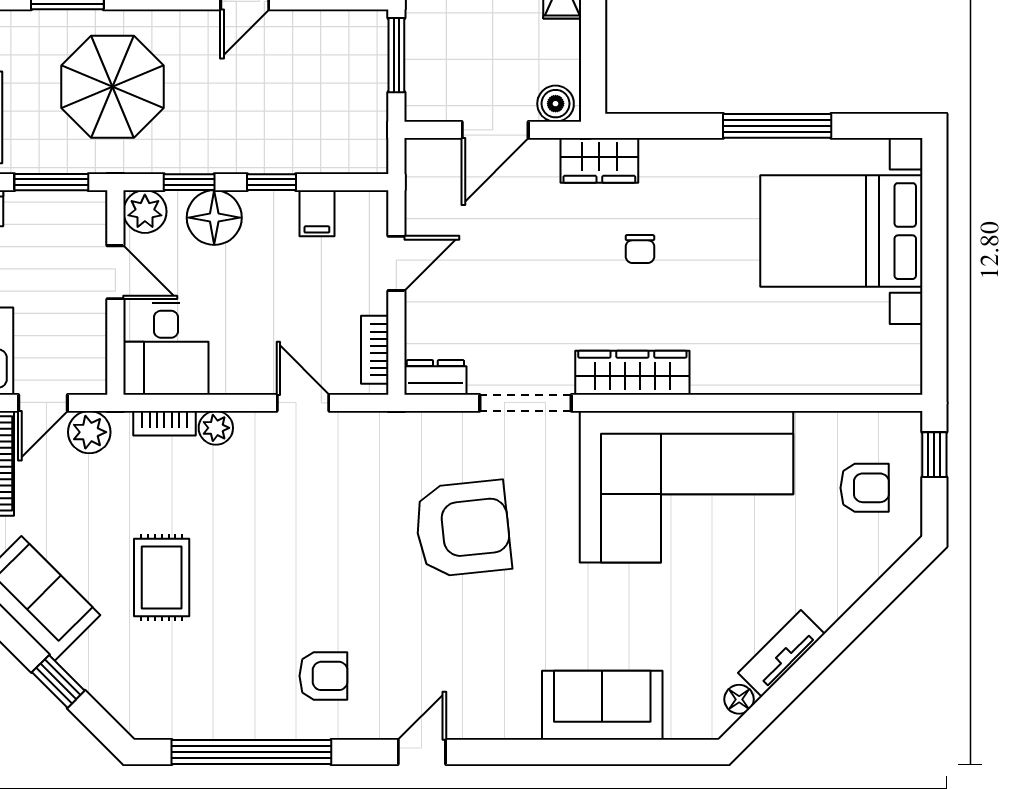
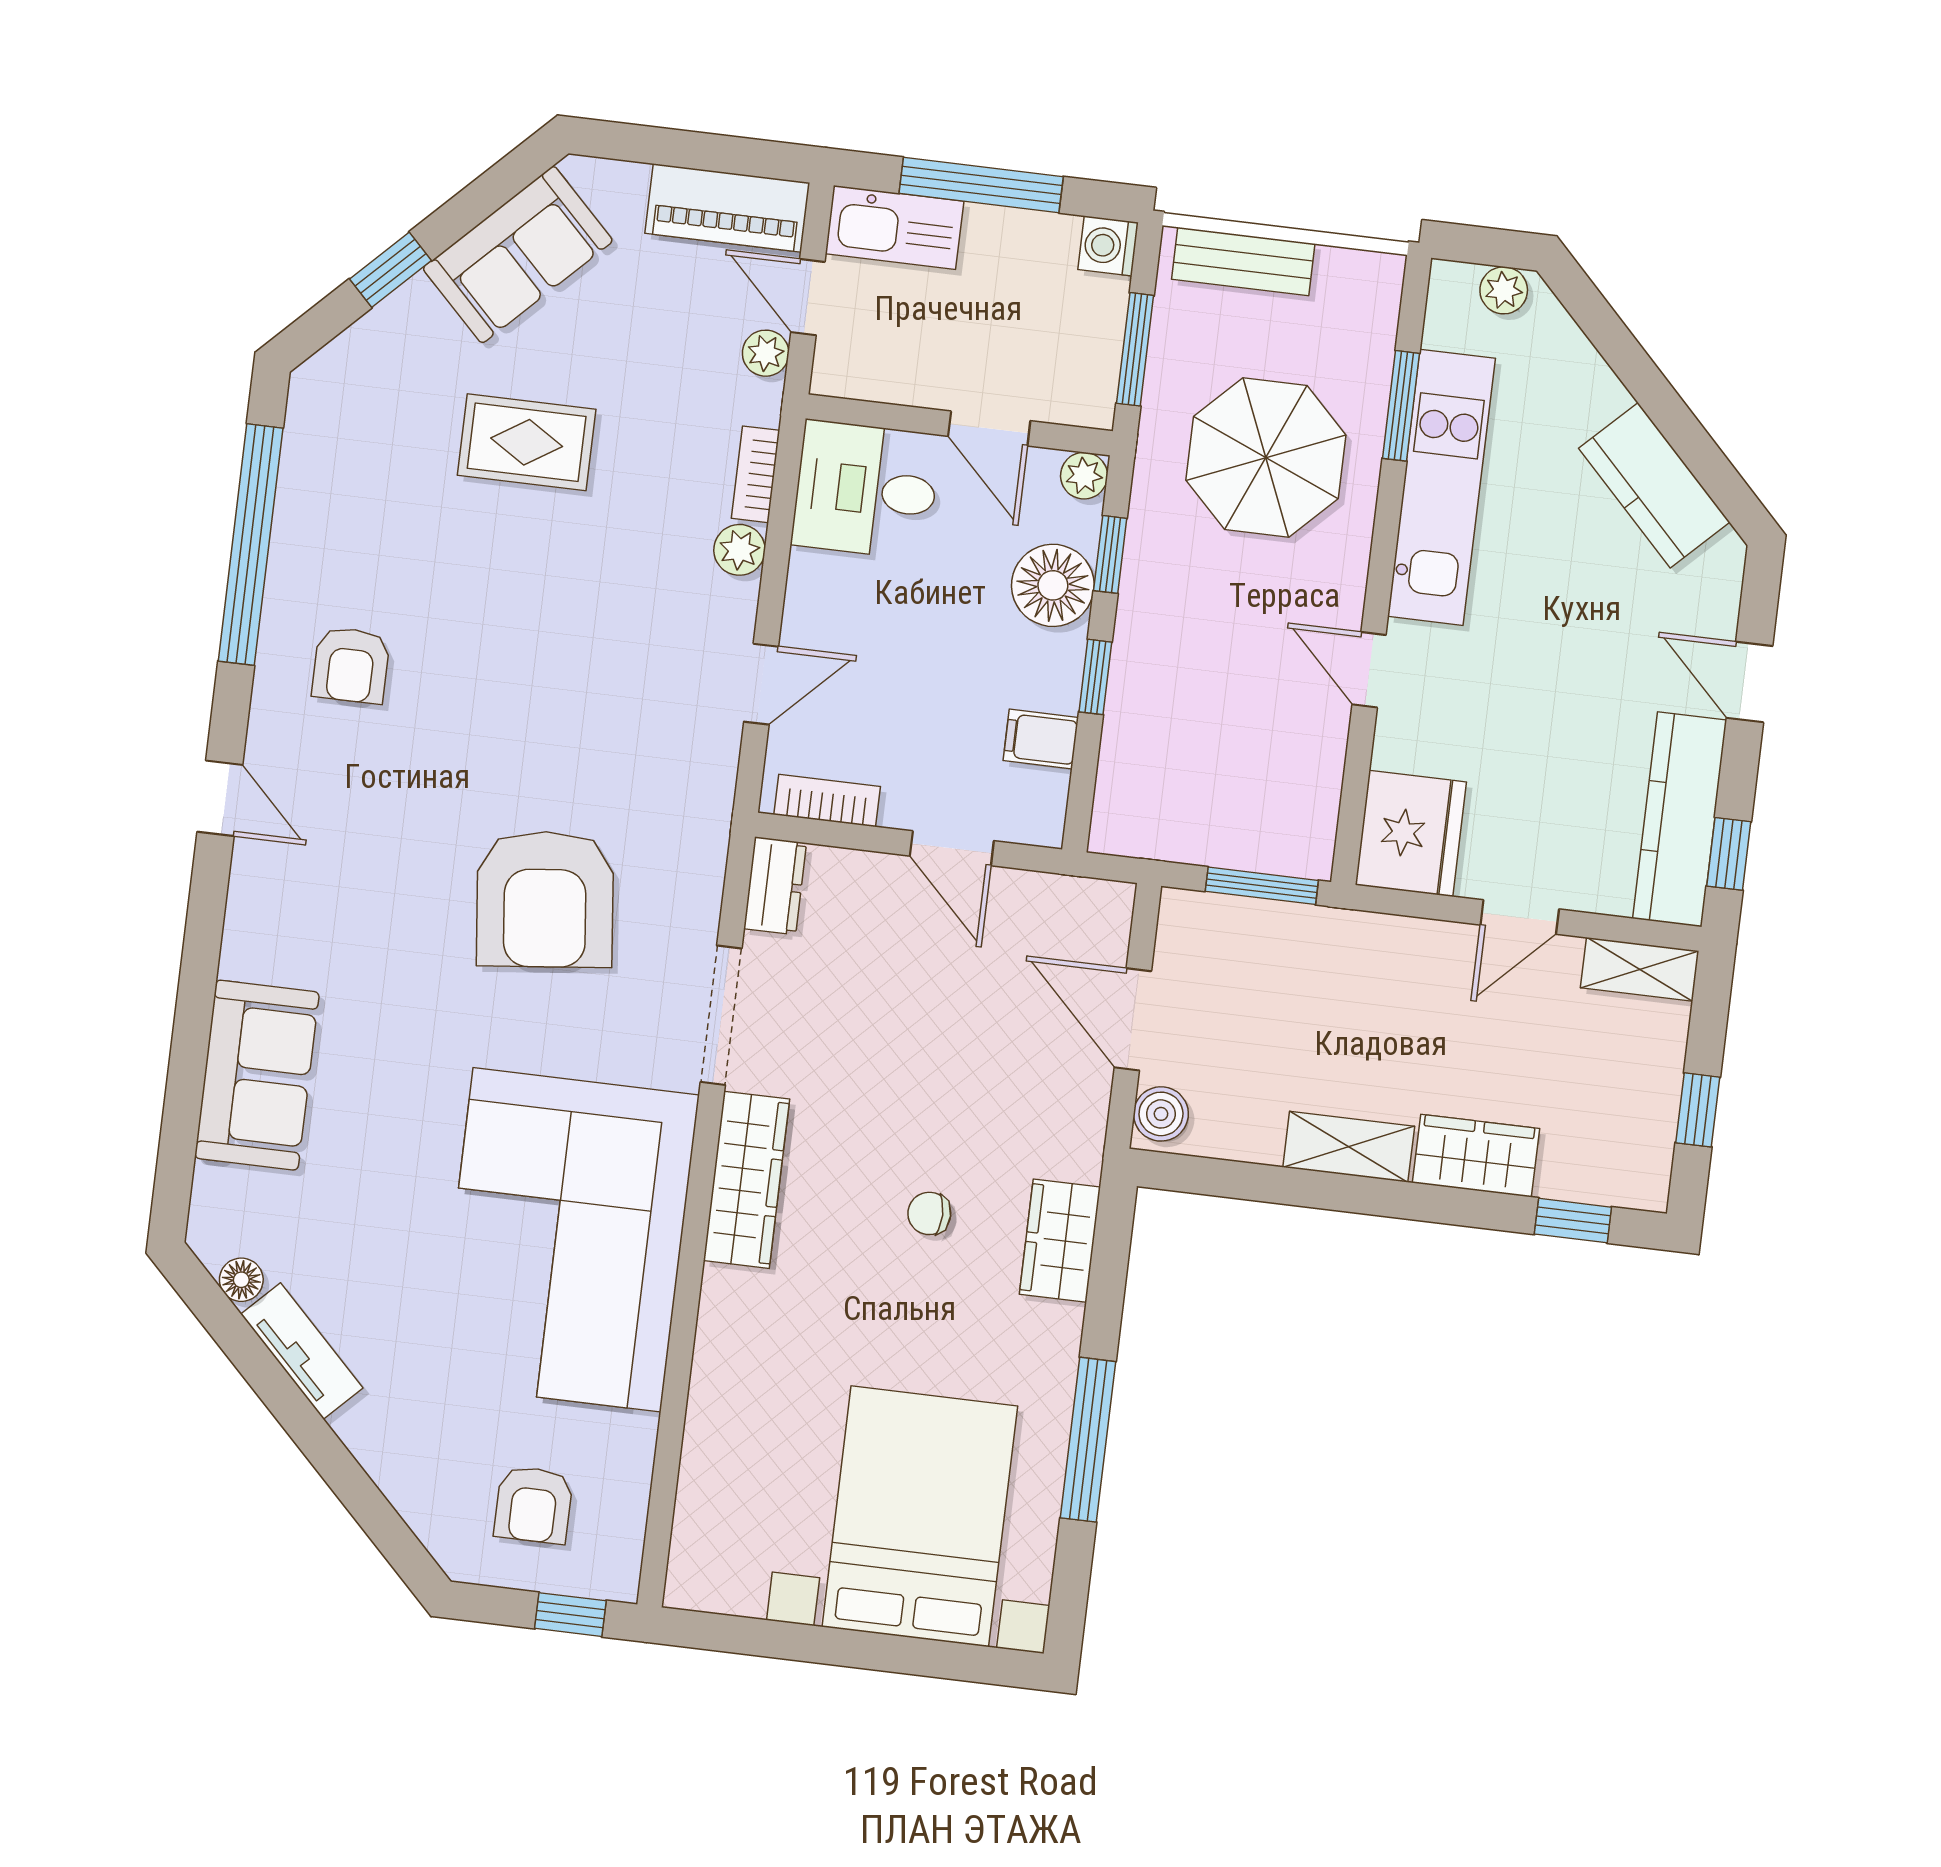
wardrobe: (599, 160) -> (1060, 1241), moved
plant: (145, 212) -> (1084, 476), width x0.73, depth x0.73
door: (115, 272) -> (989, 428), hinge flipped
plant: (89, 432) -> (766, 353), width x0.73, depth x0.73

